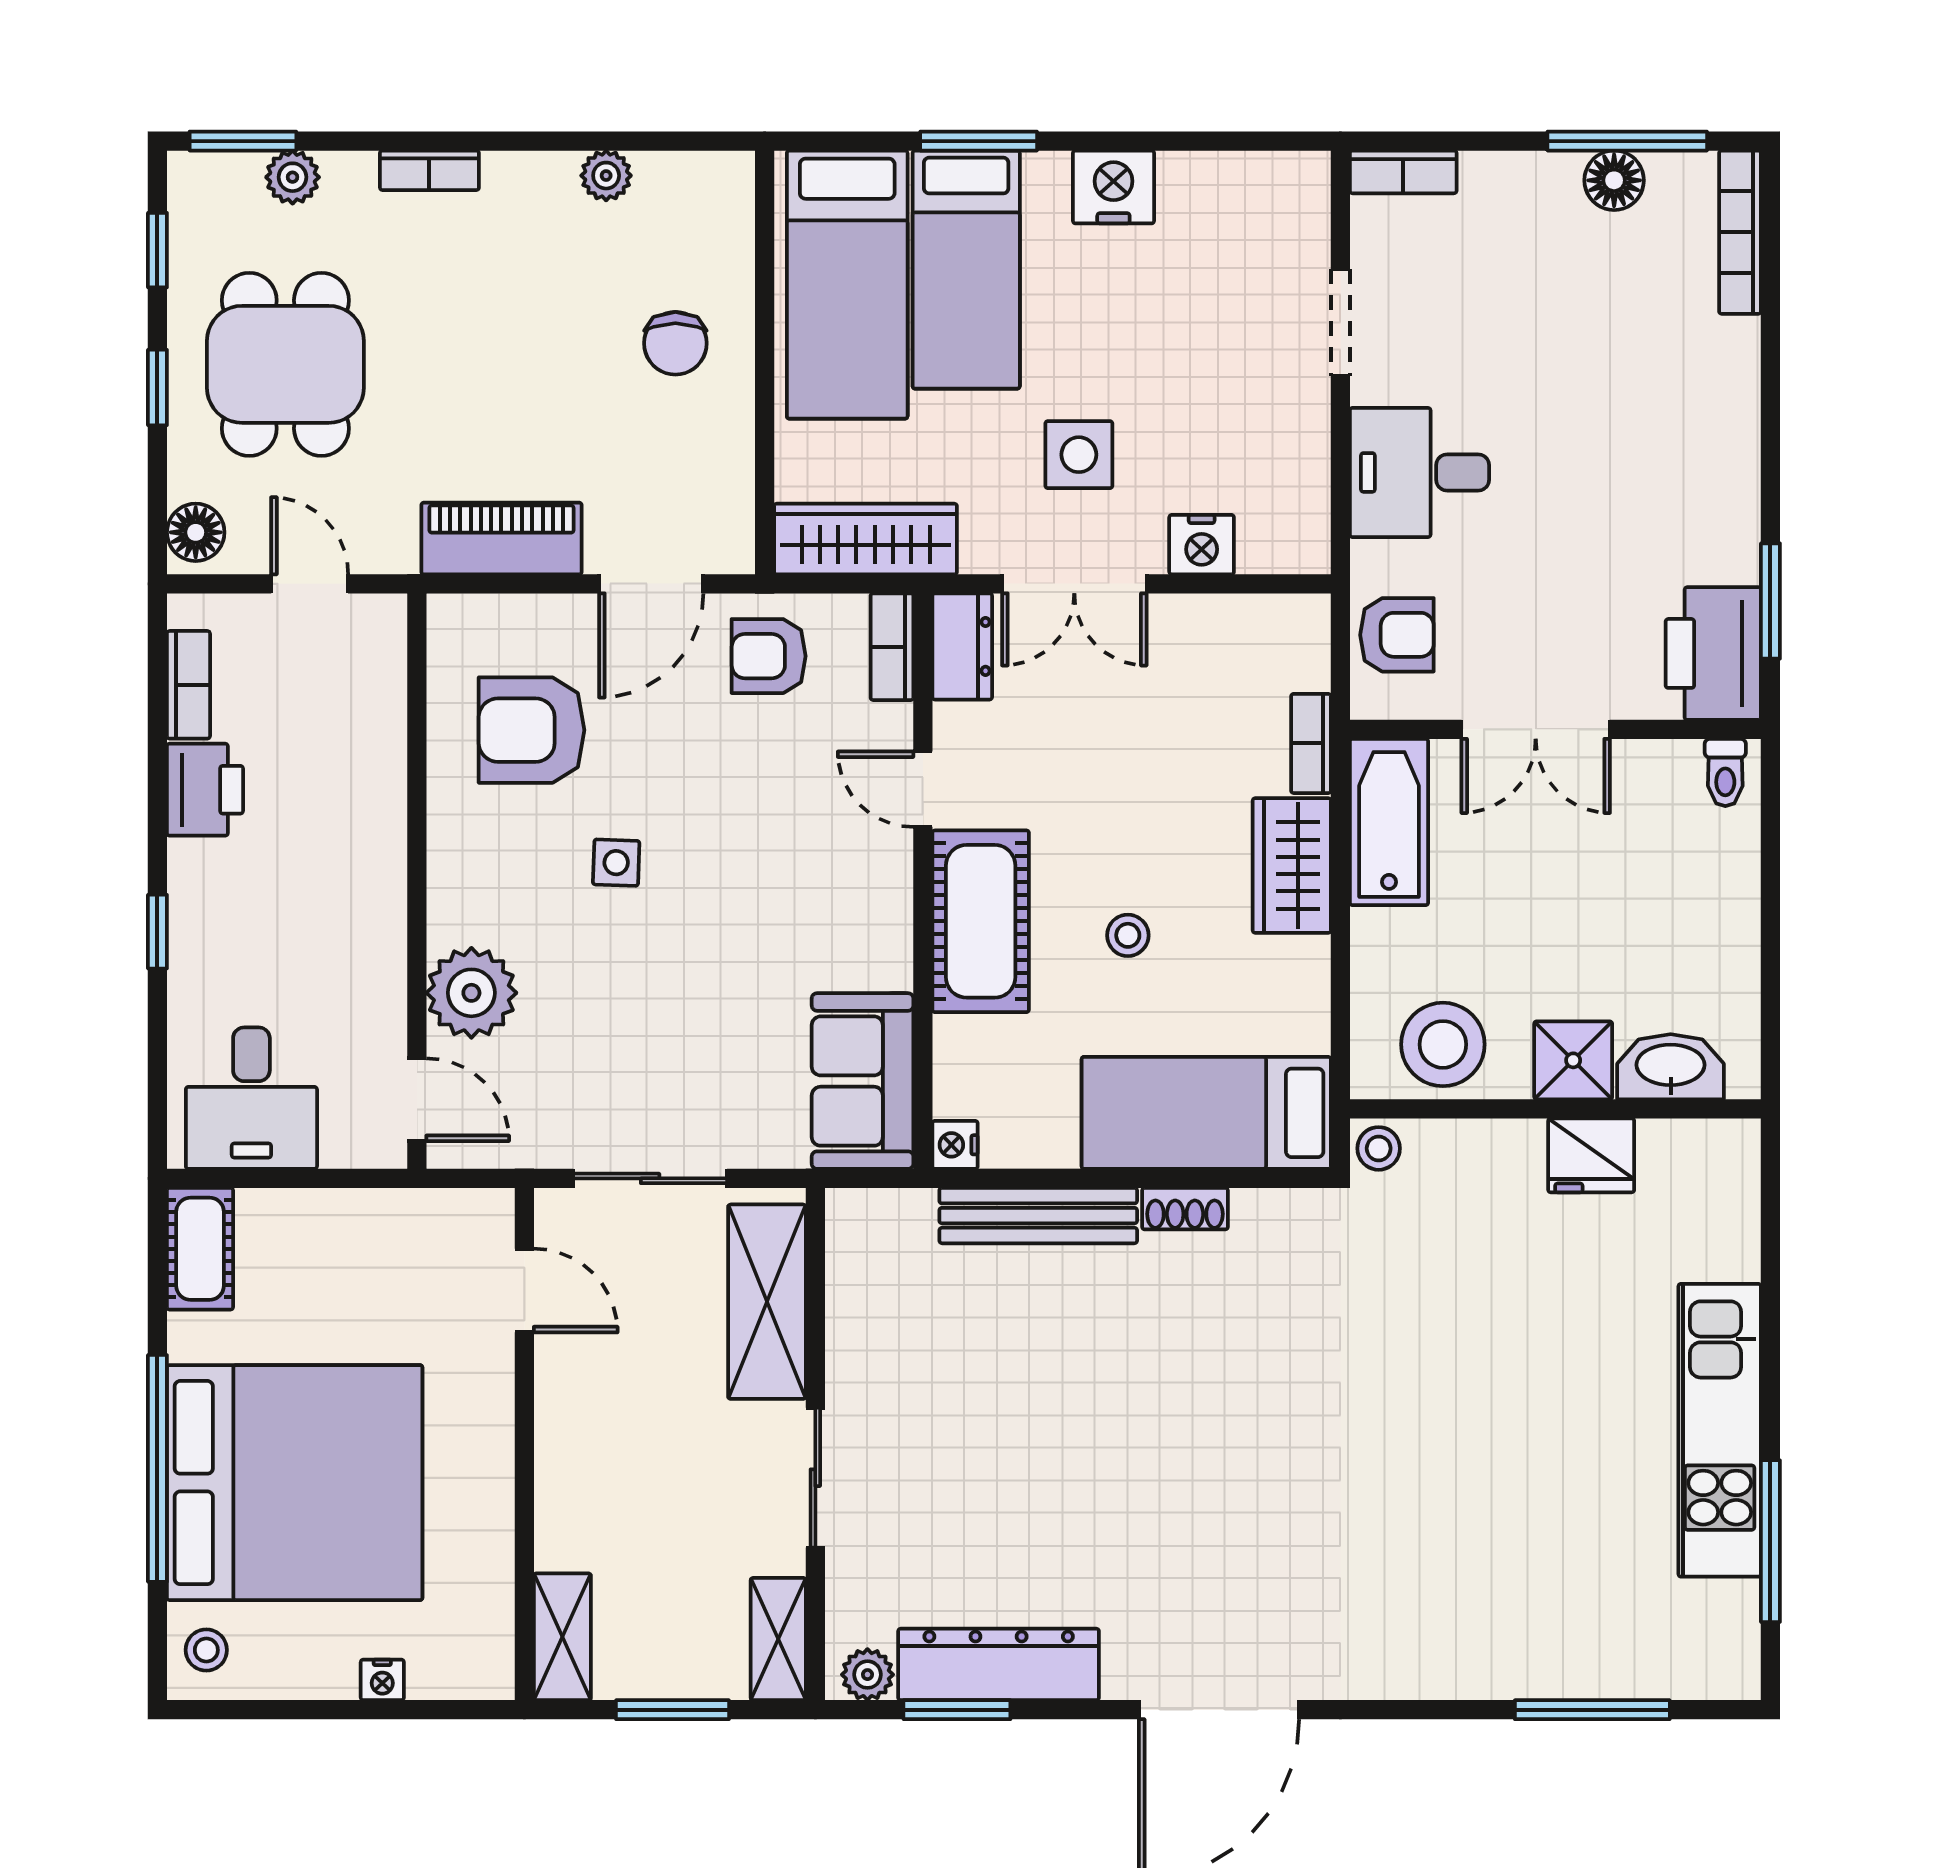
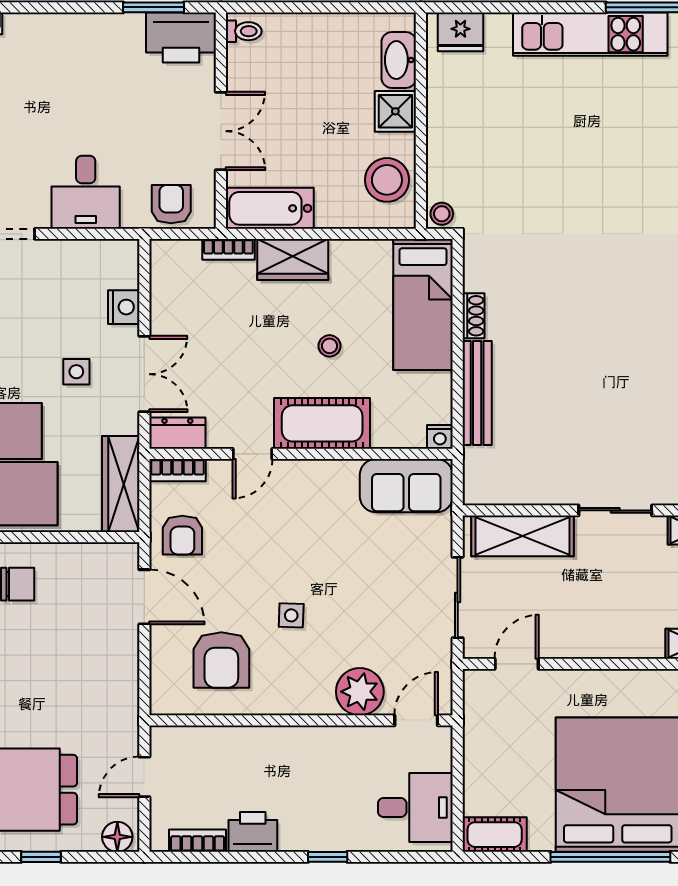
side table: (1079, 455) -> (76, 372), width x0.73, depth x0.73
piano: (501, 538) -> (120, 676), removed
fridge: (1591, 1155) -> (460, 32), moved, turned 90

